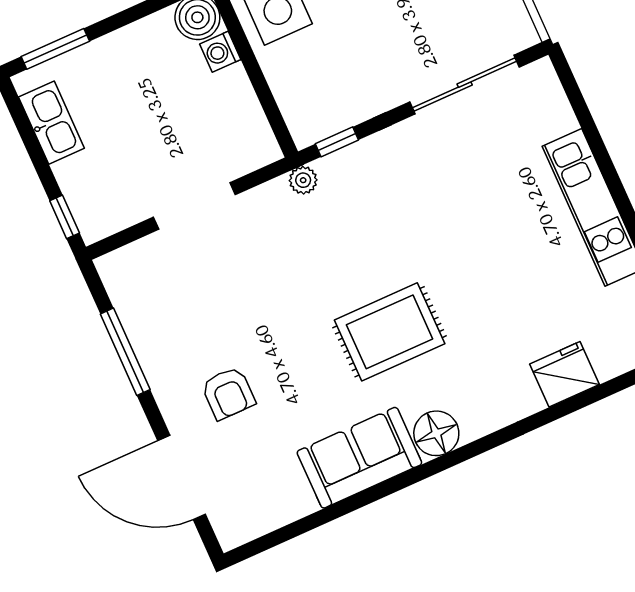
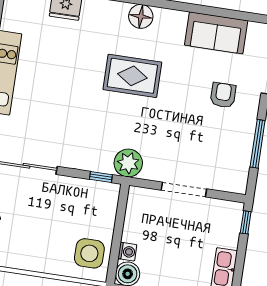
plant: (303, 180) -> (128, 163), width x1.88, depth x1.88
sofa: (359, 458) -> (216, 33), moved

